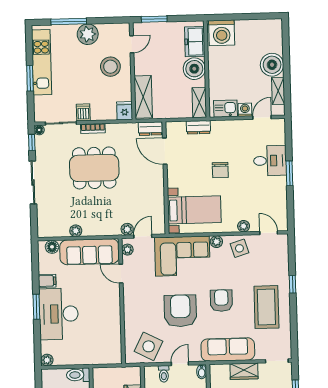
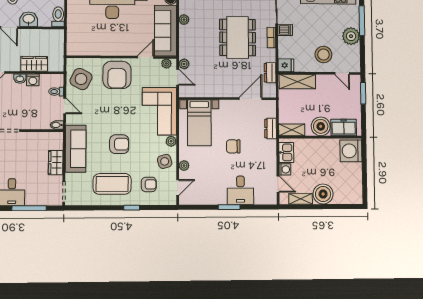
dresser: (150, 129) -> (270, 73), moved
armchair: (266, 266) -> (149, 184), added
armchair: (180, 311) -> (117, 75), moved, turned 90

